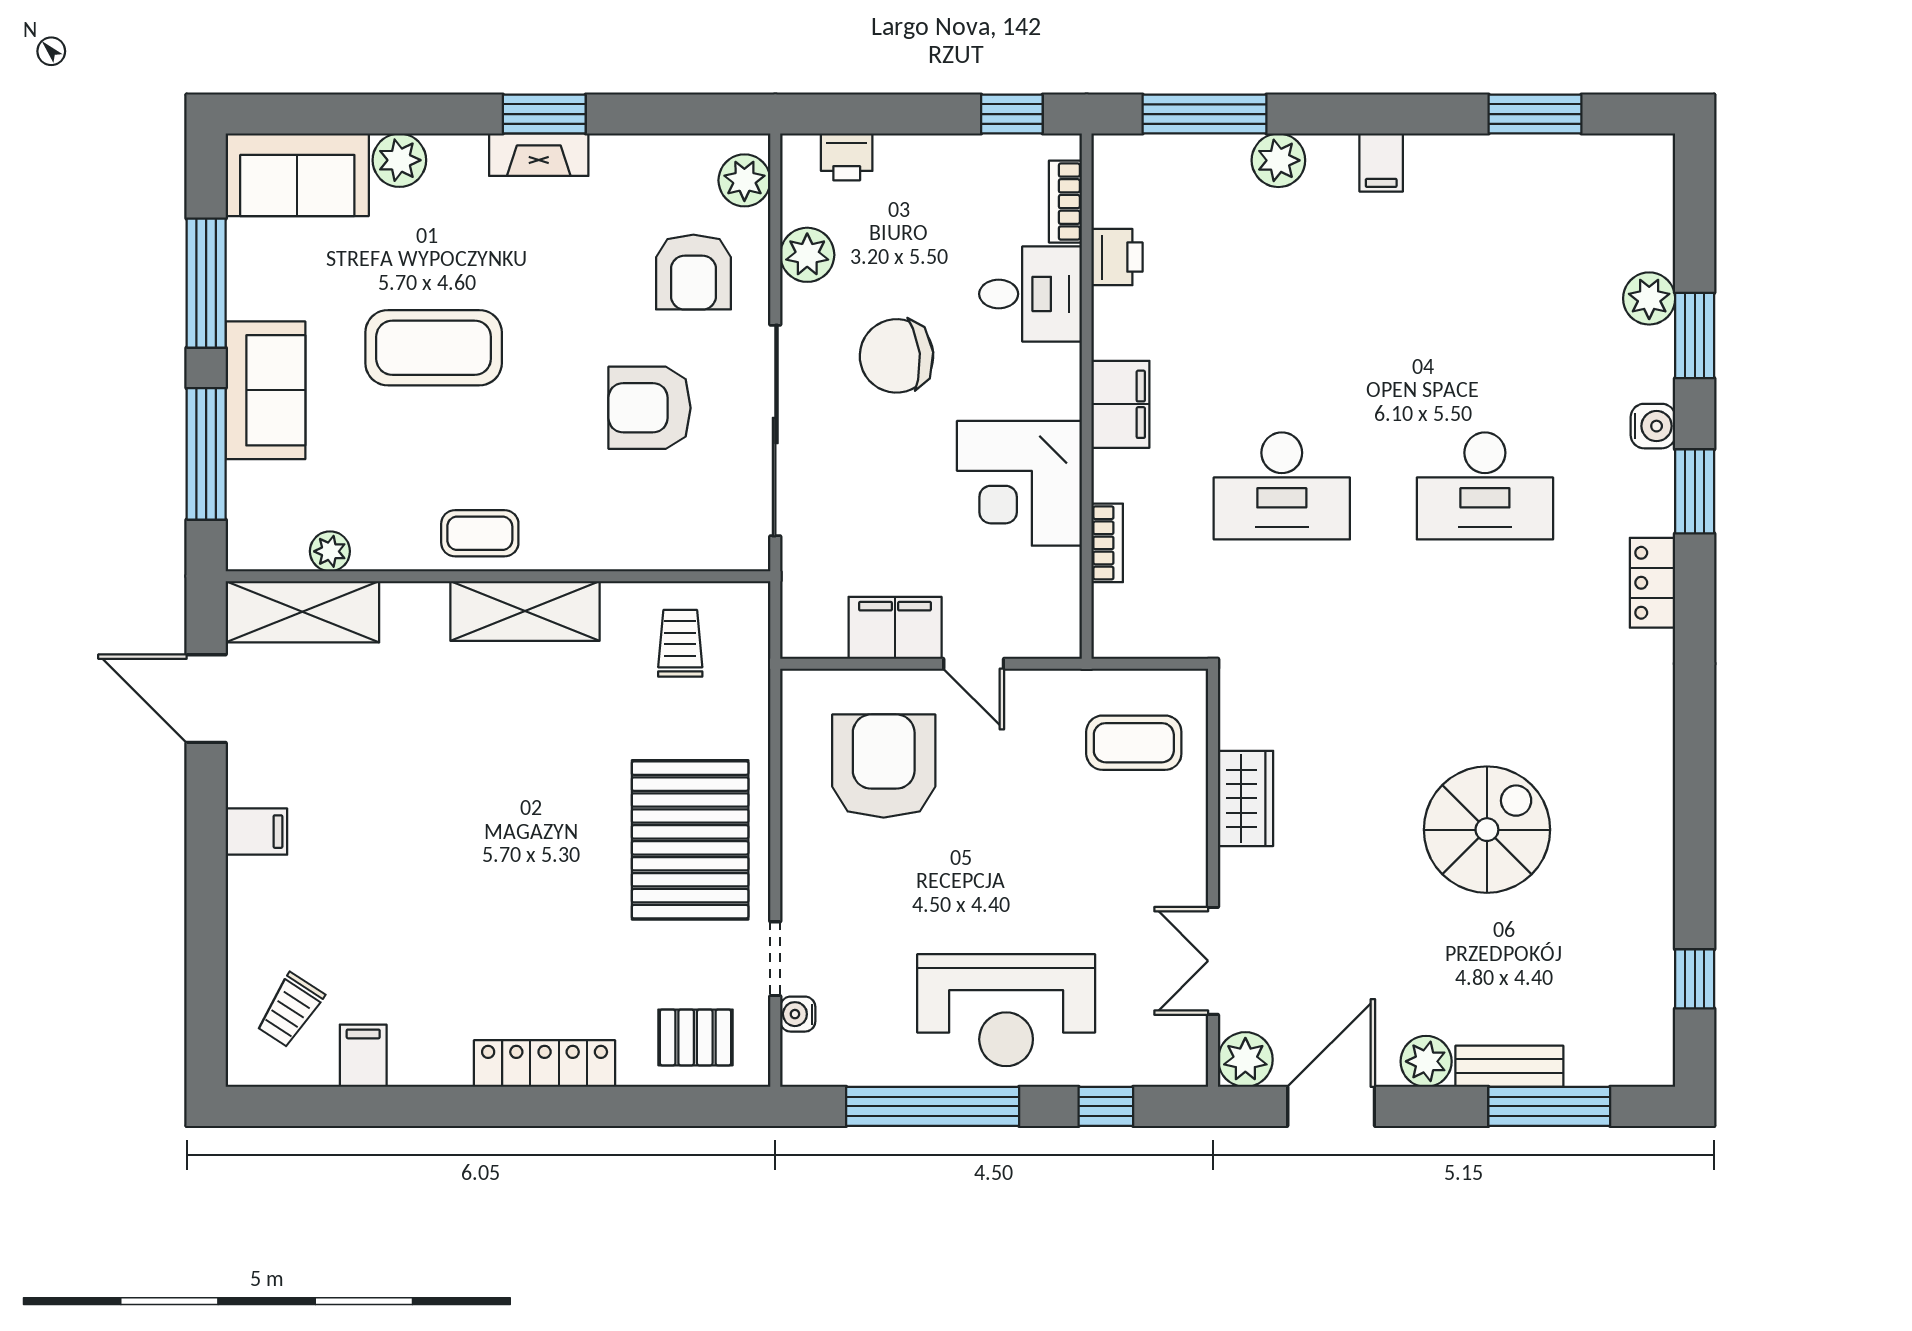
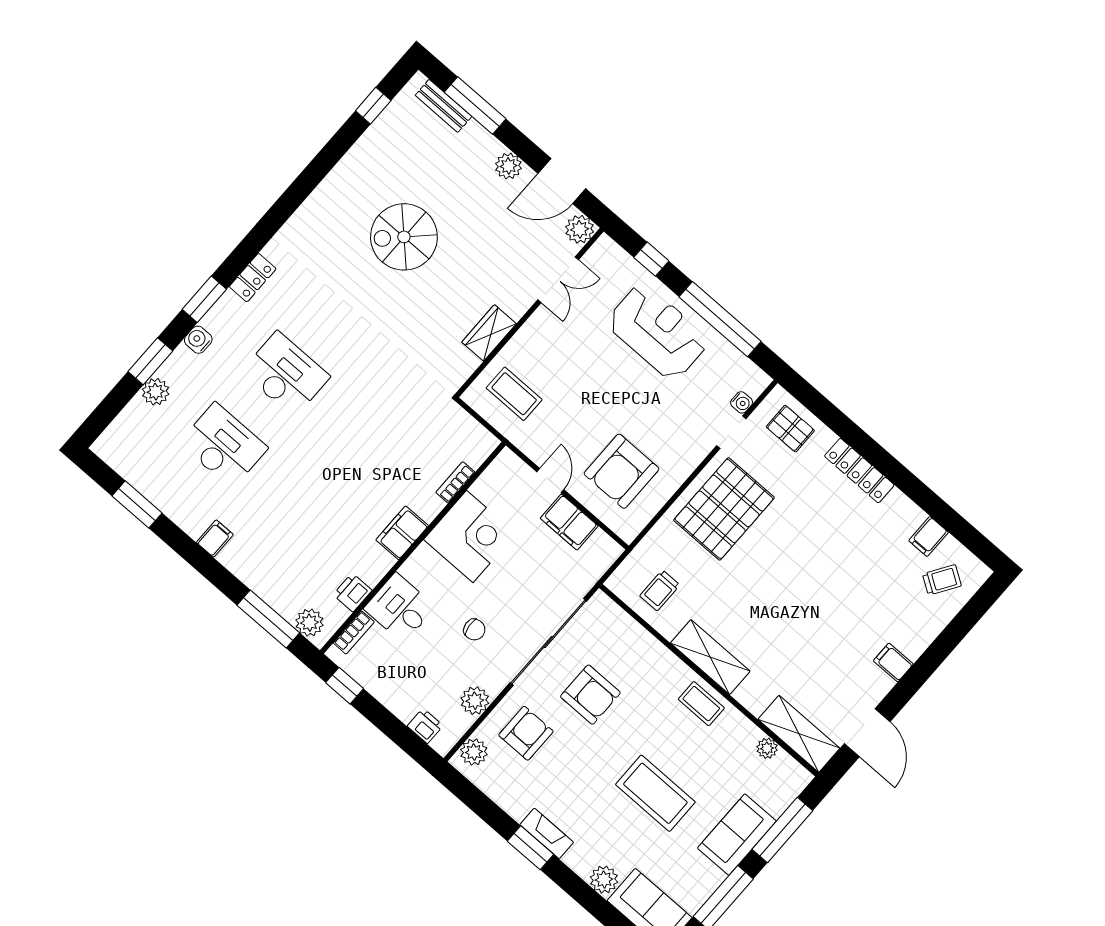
plant: (1278, 160) -> (309, 623), moved
chair: (897, 356) -> (474, 630), width x0.54, depth x0.54
desk: (1282, 486) -> (223, 445), moved
bench: (1509, 1066) -> (443, 106), moved

